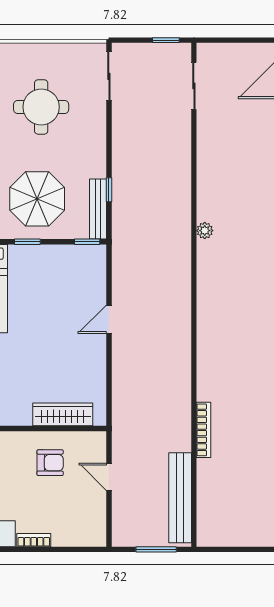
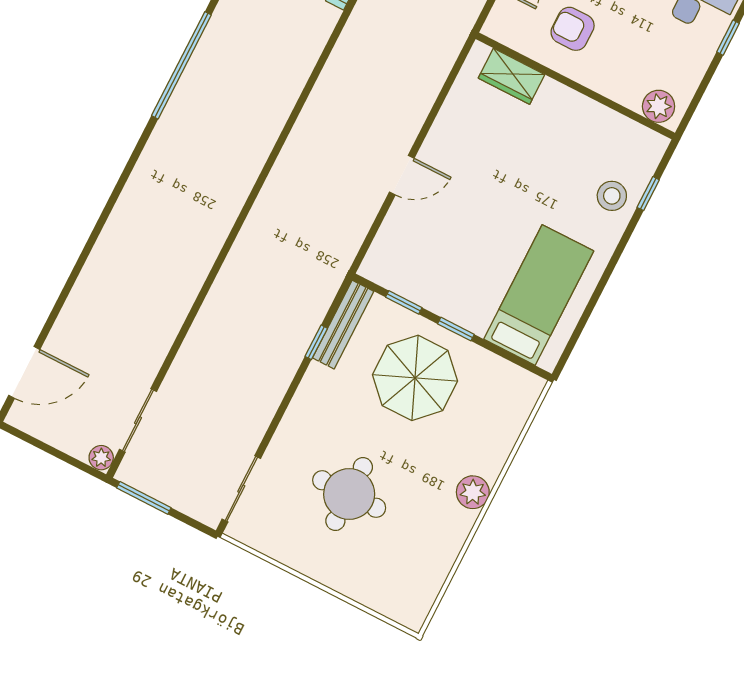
window: (166, 40) -> (144, 498), width x1.50
plant: (205, 231) -> (101, 458), moved
window: (87, 242) -> (404, 302), moved
wardrobe: (63, 414) -> (512, 76), width x0.67

